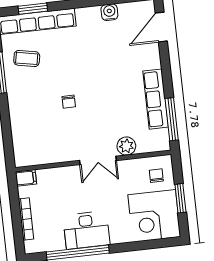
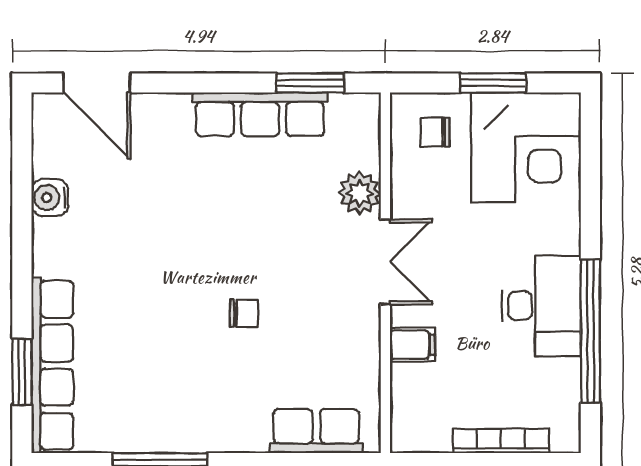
coffee table: (27, 58) -> (134, 398), removed
window: (172, 119) -> (310, 83), width x0.69
row of seats: (21, 139) -> (316, 431), added
filing cabinet: (26, 178) -> (413, 345), moved, turned 90

